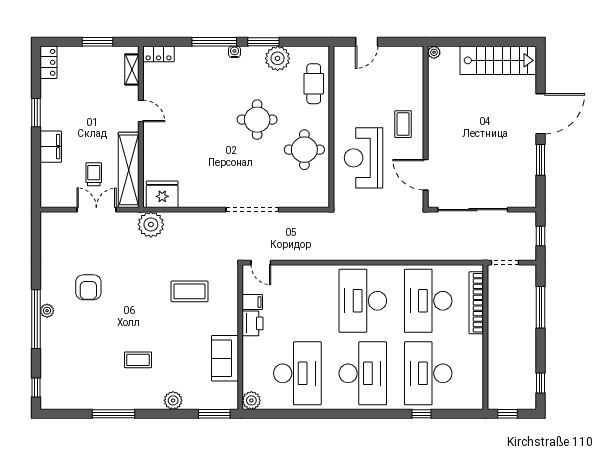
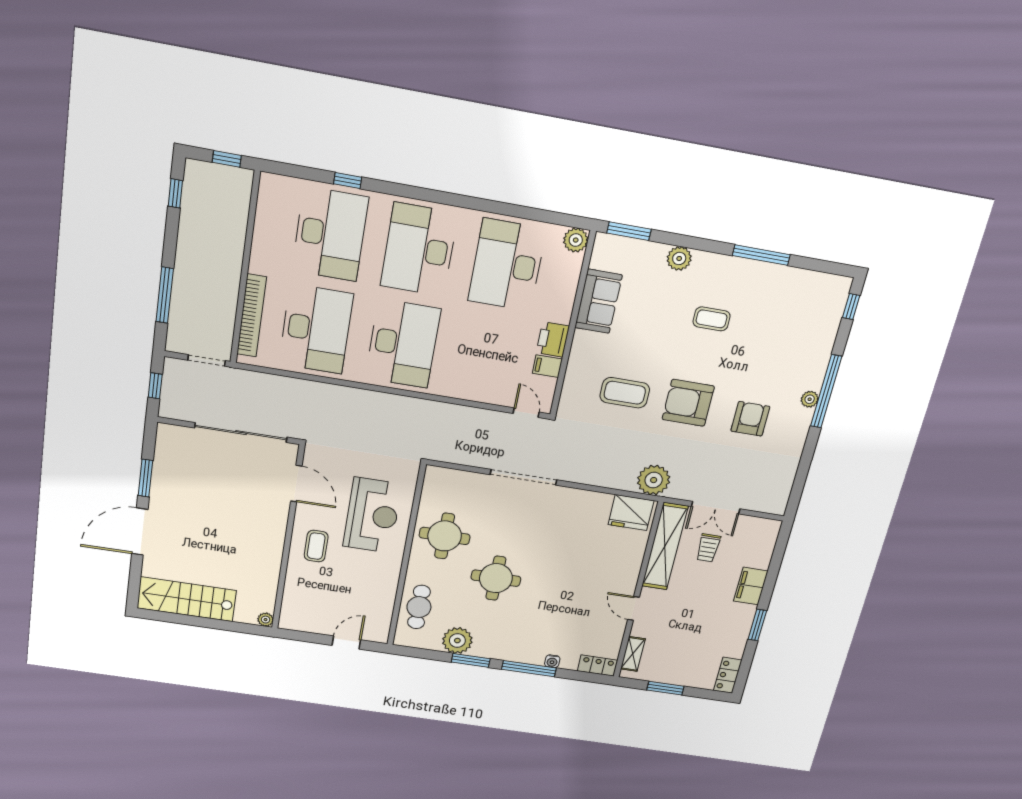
water cooler: (234, 52) -> (552, 661), moved
armchair: (139, 292) -> (688, 403), added

